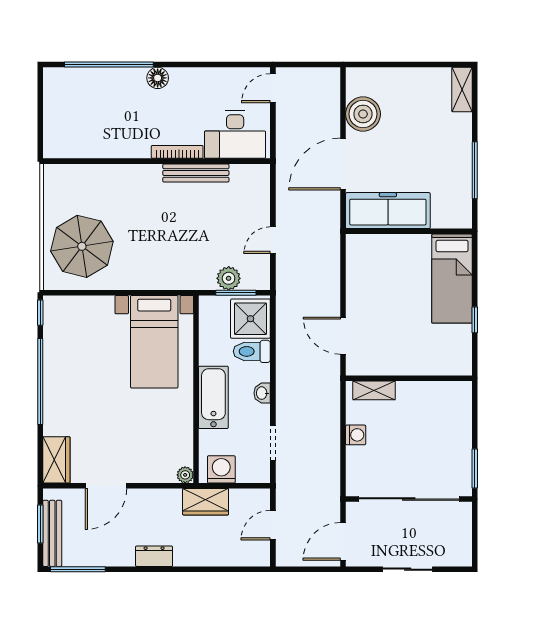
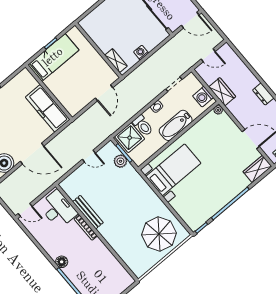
freezer: (388, 211) -> (48, 108), moved
wall: (409, 231) -> (49, 92), moved
bed: (452, 279) -> (53, 57), moved

